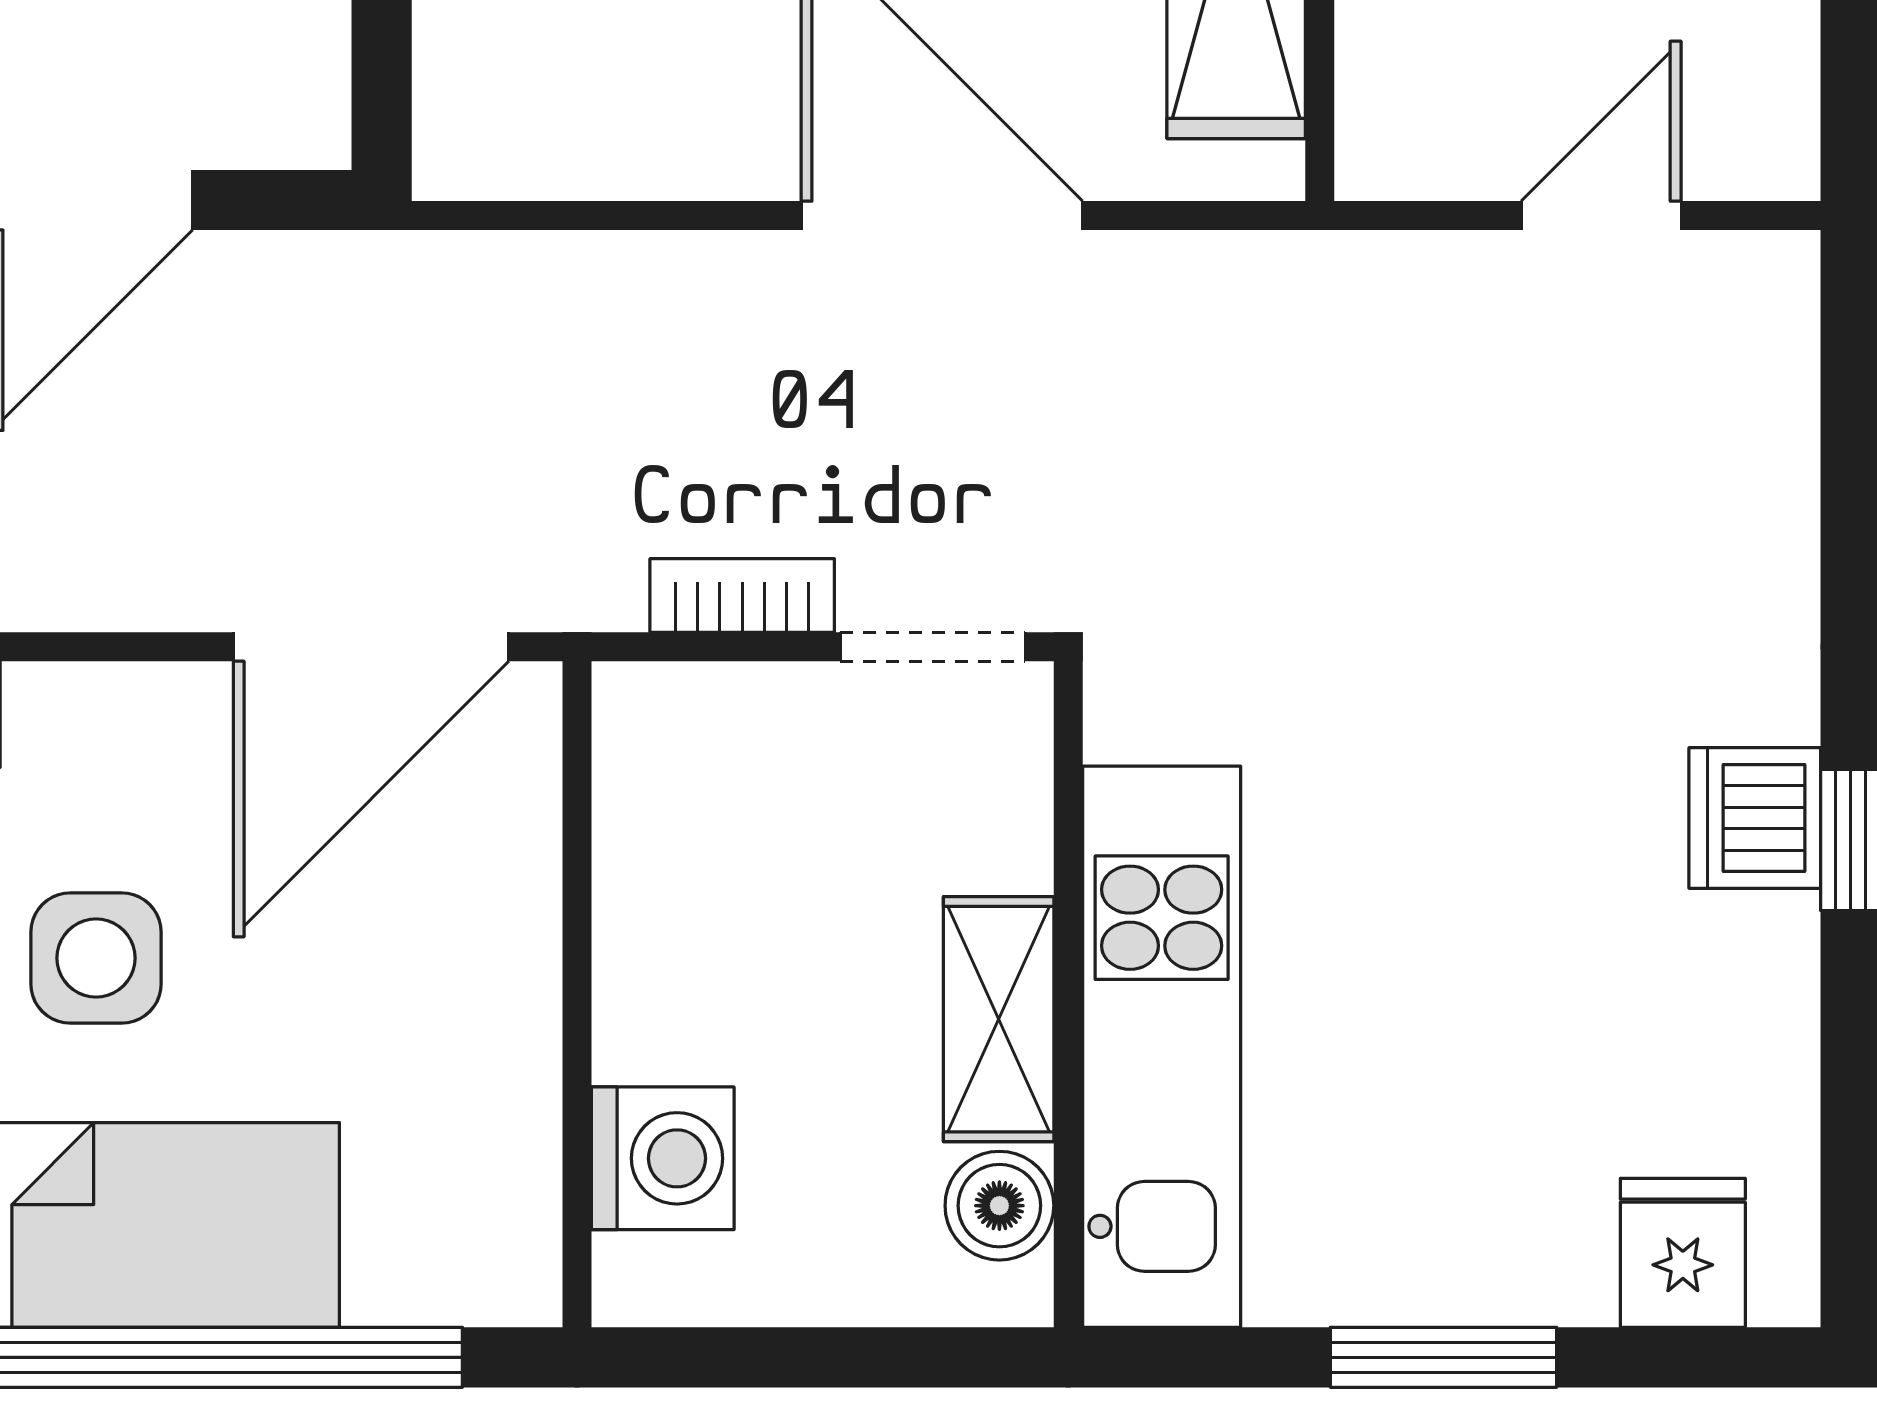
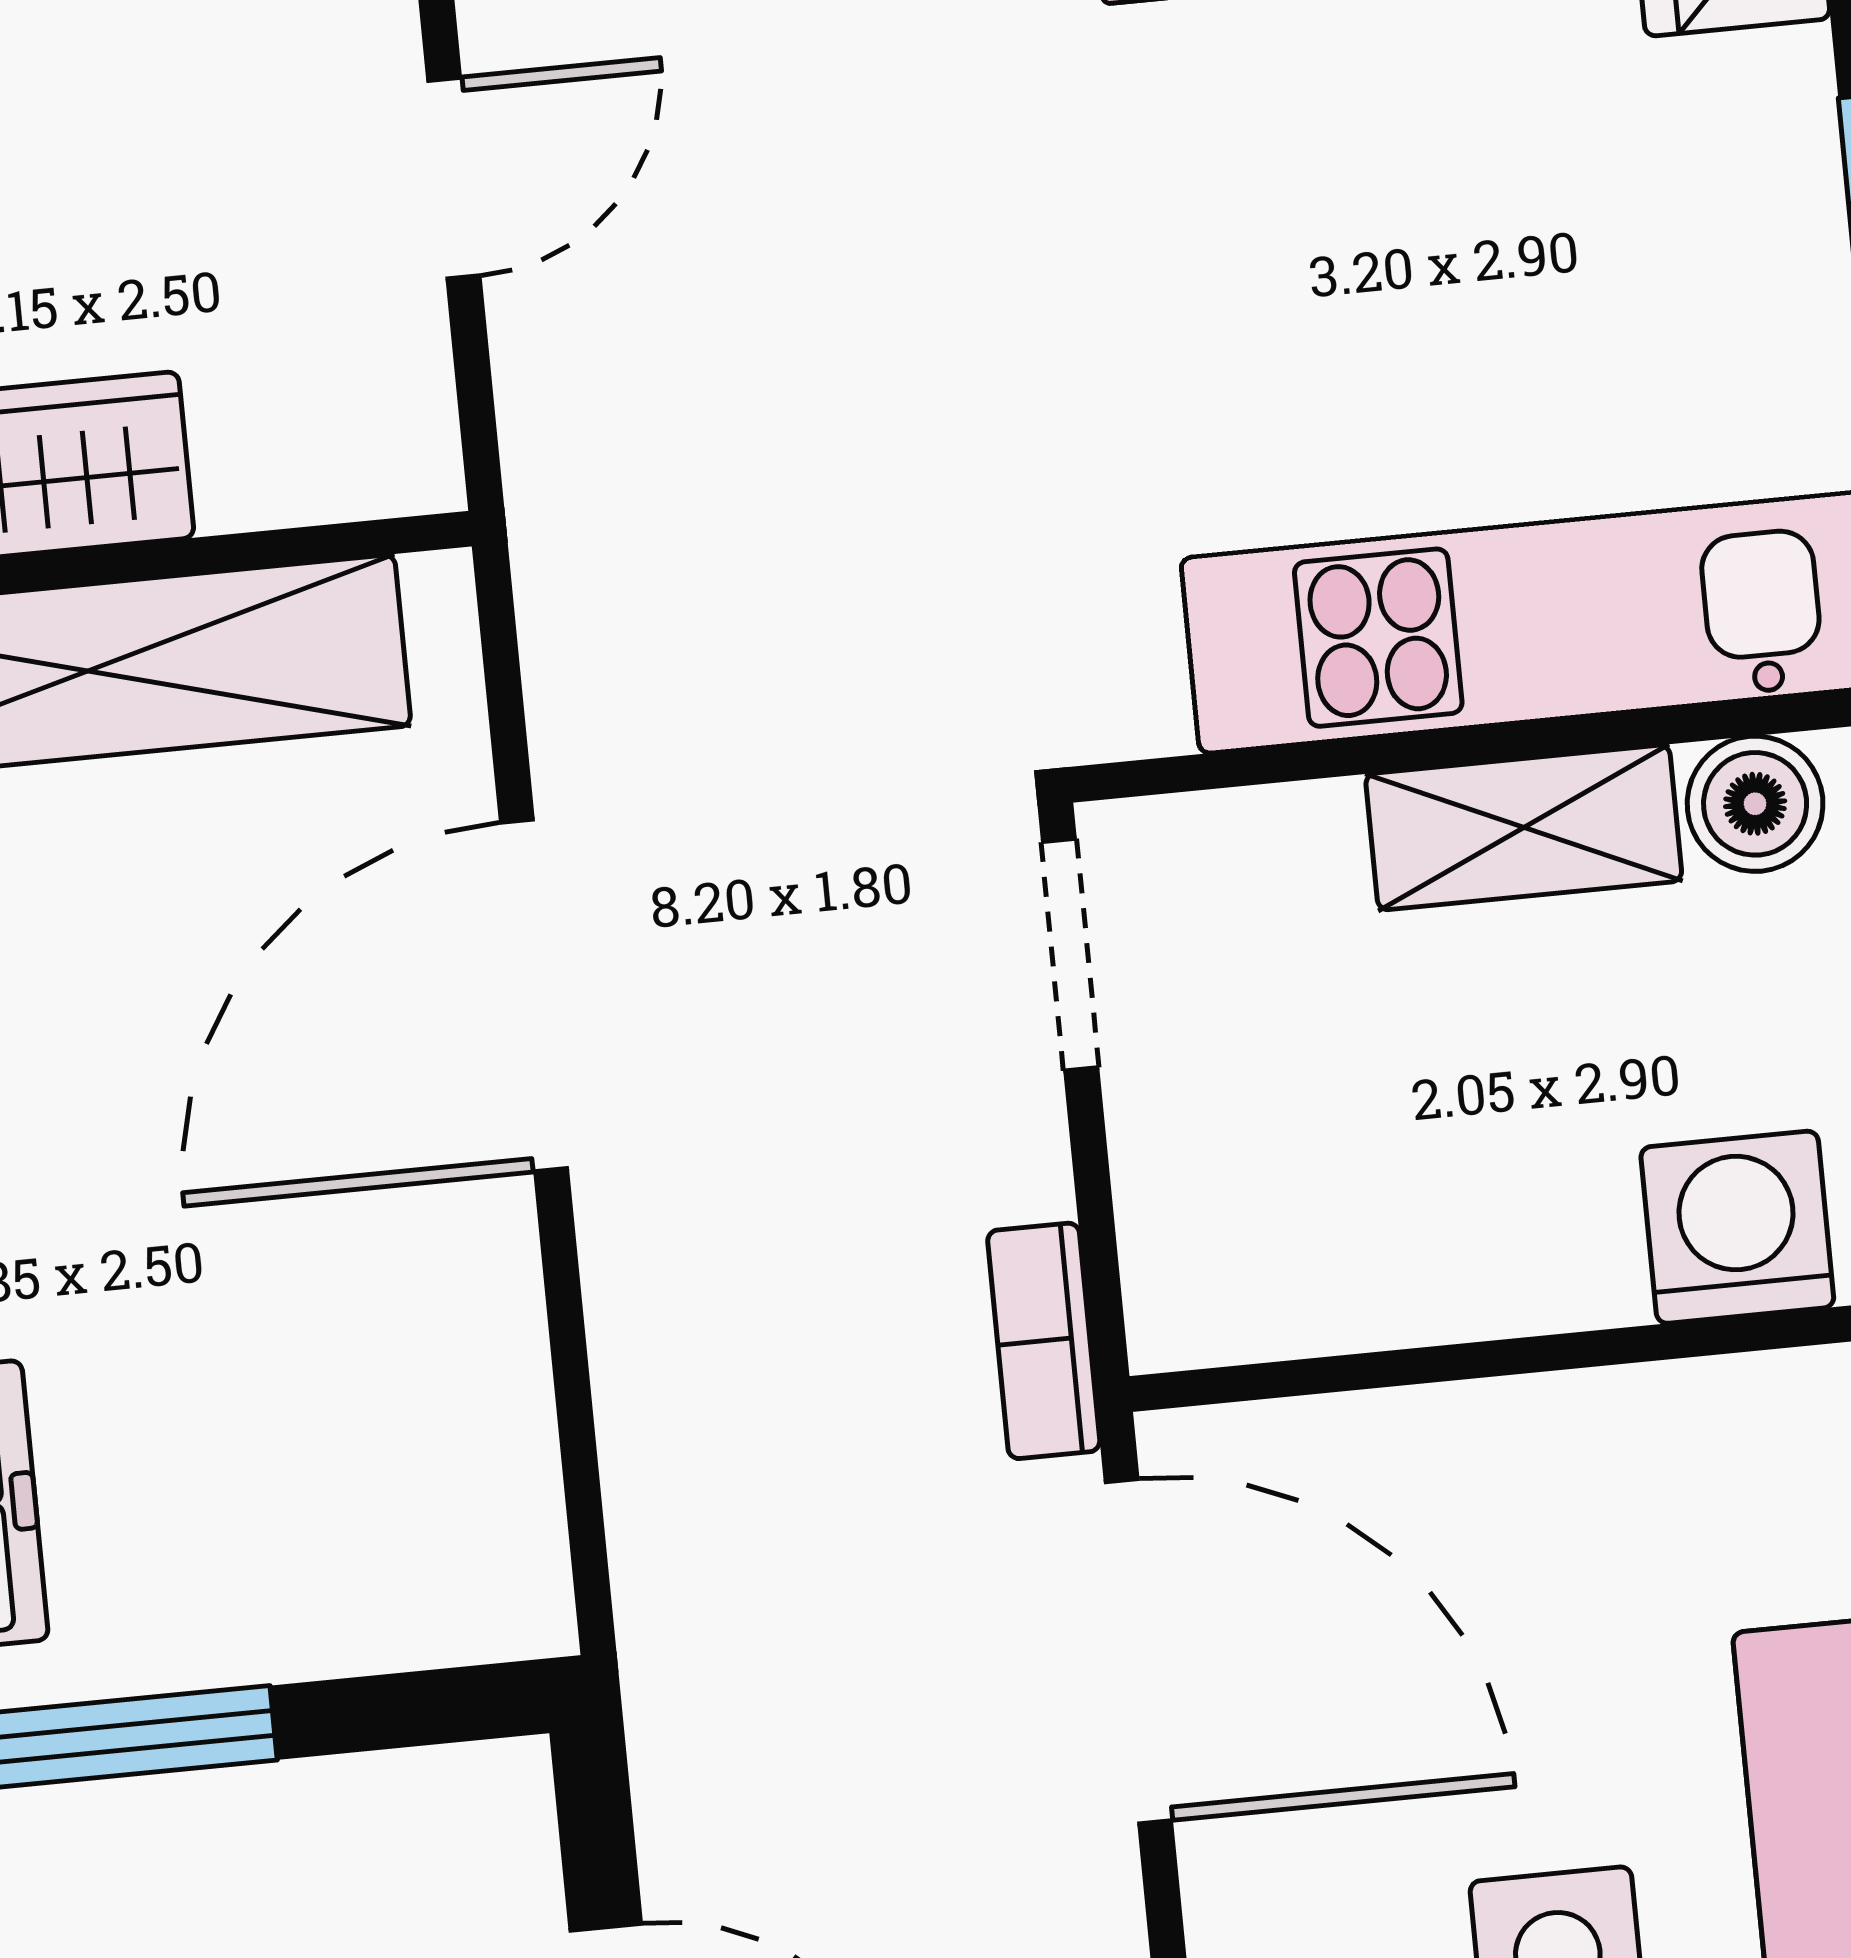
door: (1601, 216) -> (454, 178), swing flipped
bookcase: (742, 596) -> (1044, 1341), moved

